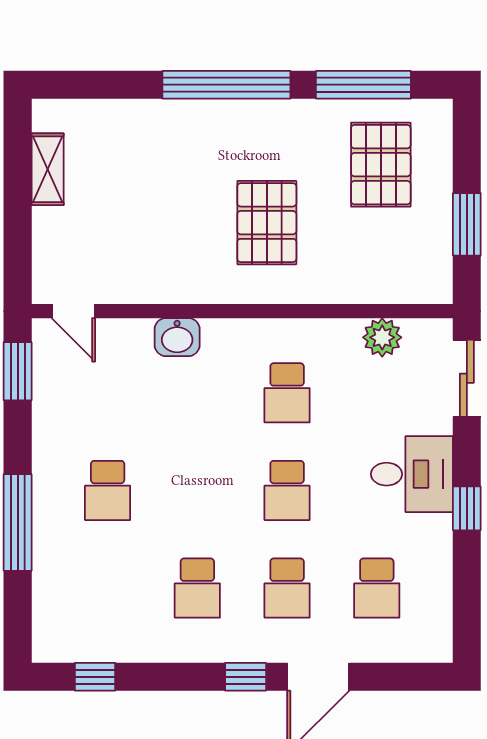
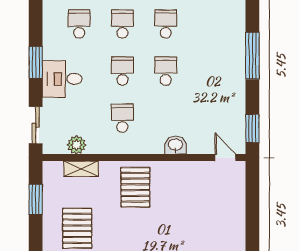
shelving: (48, 169) -> (81, 169), moved, turned 90
pallet: (267, 223) -> (135, 187), moved
school desk: (108, 490) -> (166, 71), moved
window: (467, 508) -> (36, 62), width x1.50

